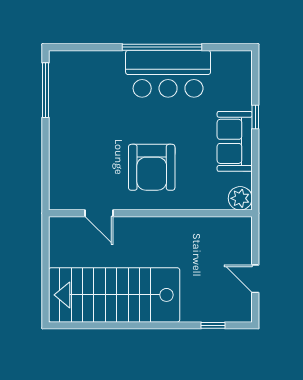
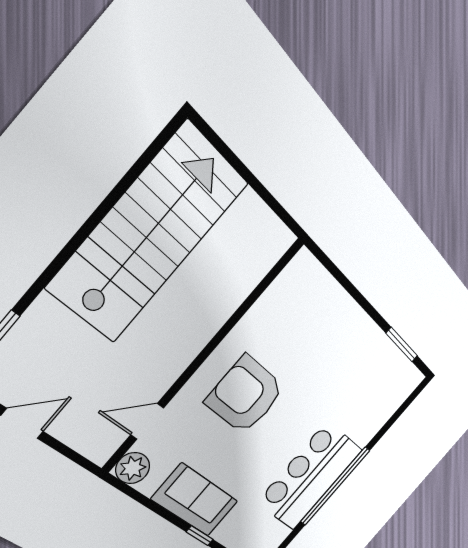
window: (45, 90) -> (402, 345), width x0.69
door: (99, 213) -> (147, 421), moved

